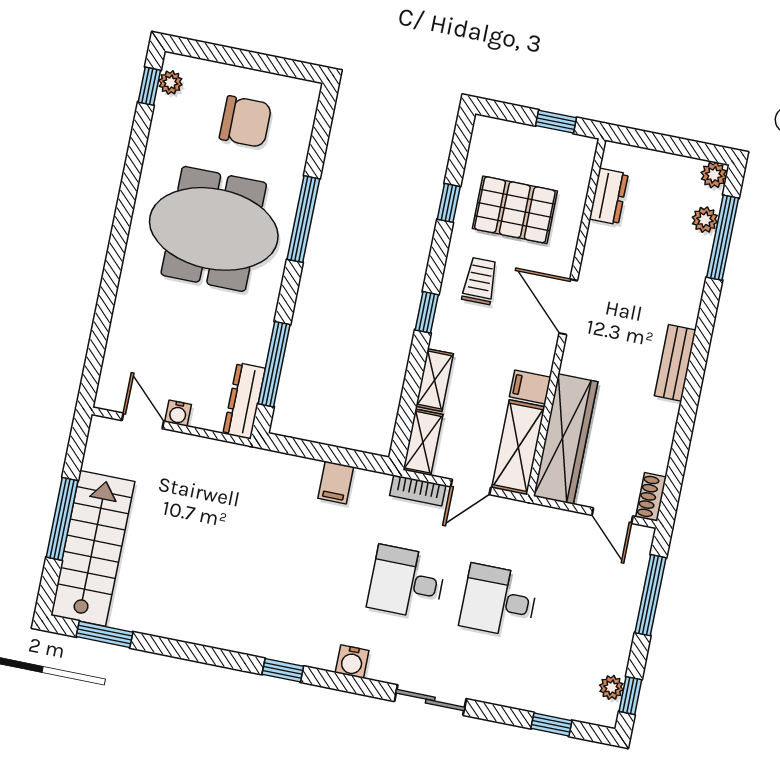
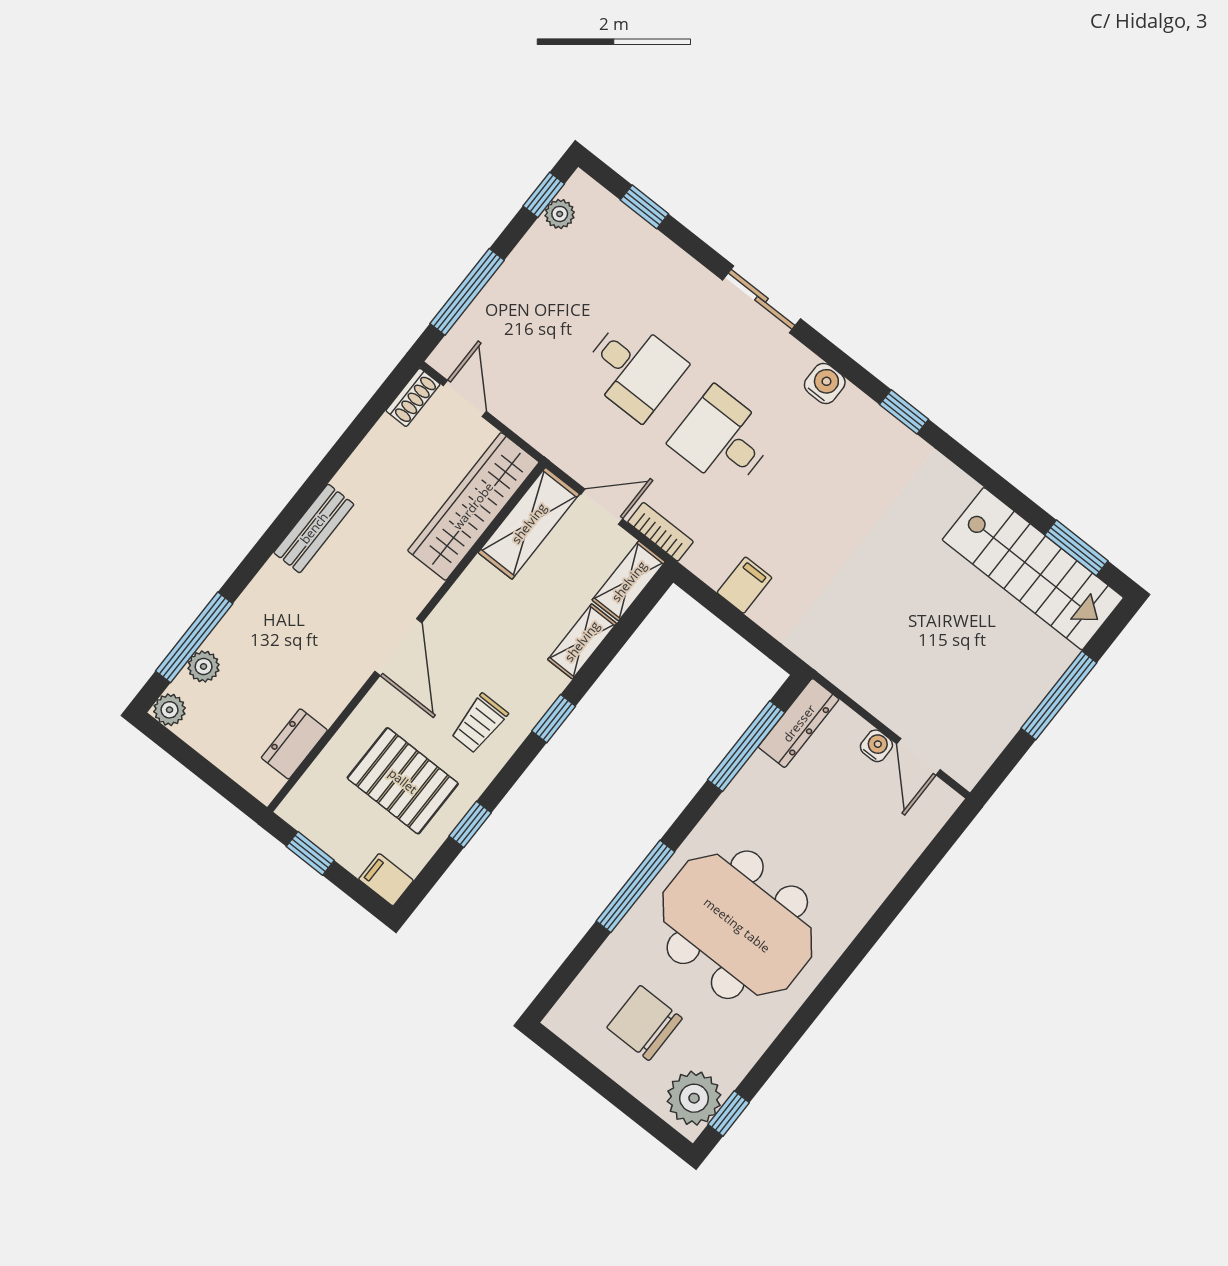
plant: (170, 82) -> (694, 1098), width x1.88, depth x1.88
filing cabinet: (530, 387) -> (386, 880), moved, turned 180
stairs: (93, 548) -> (1033, 569), moved, turned -90
desk: (407, 582) -> (723, 439), turned 180

